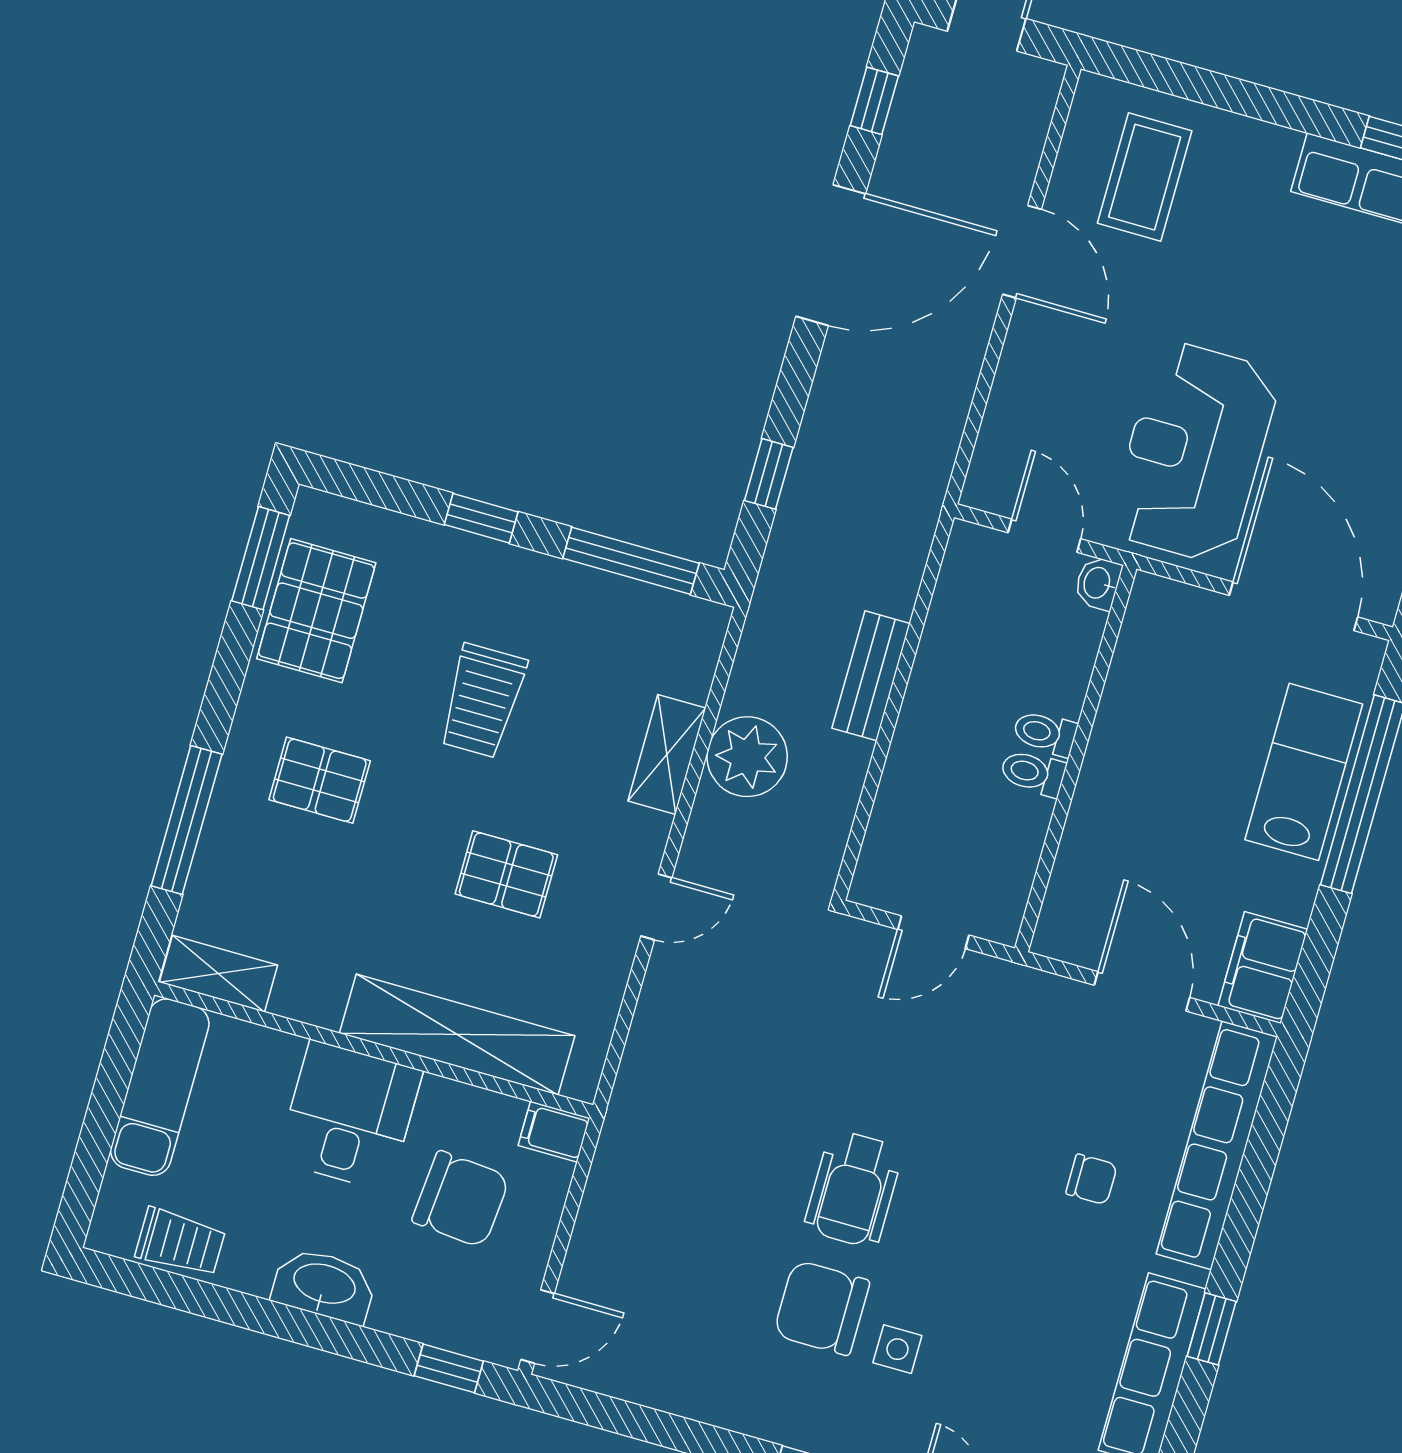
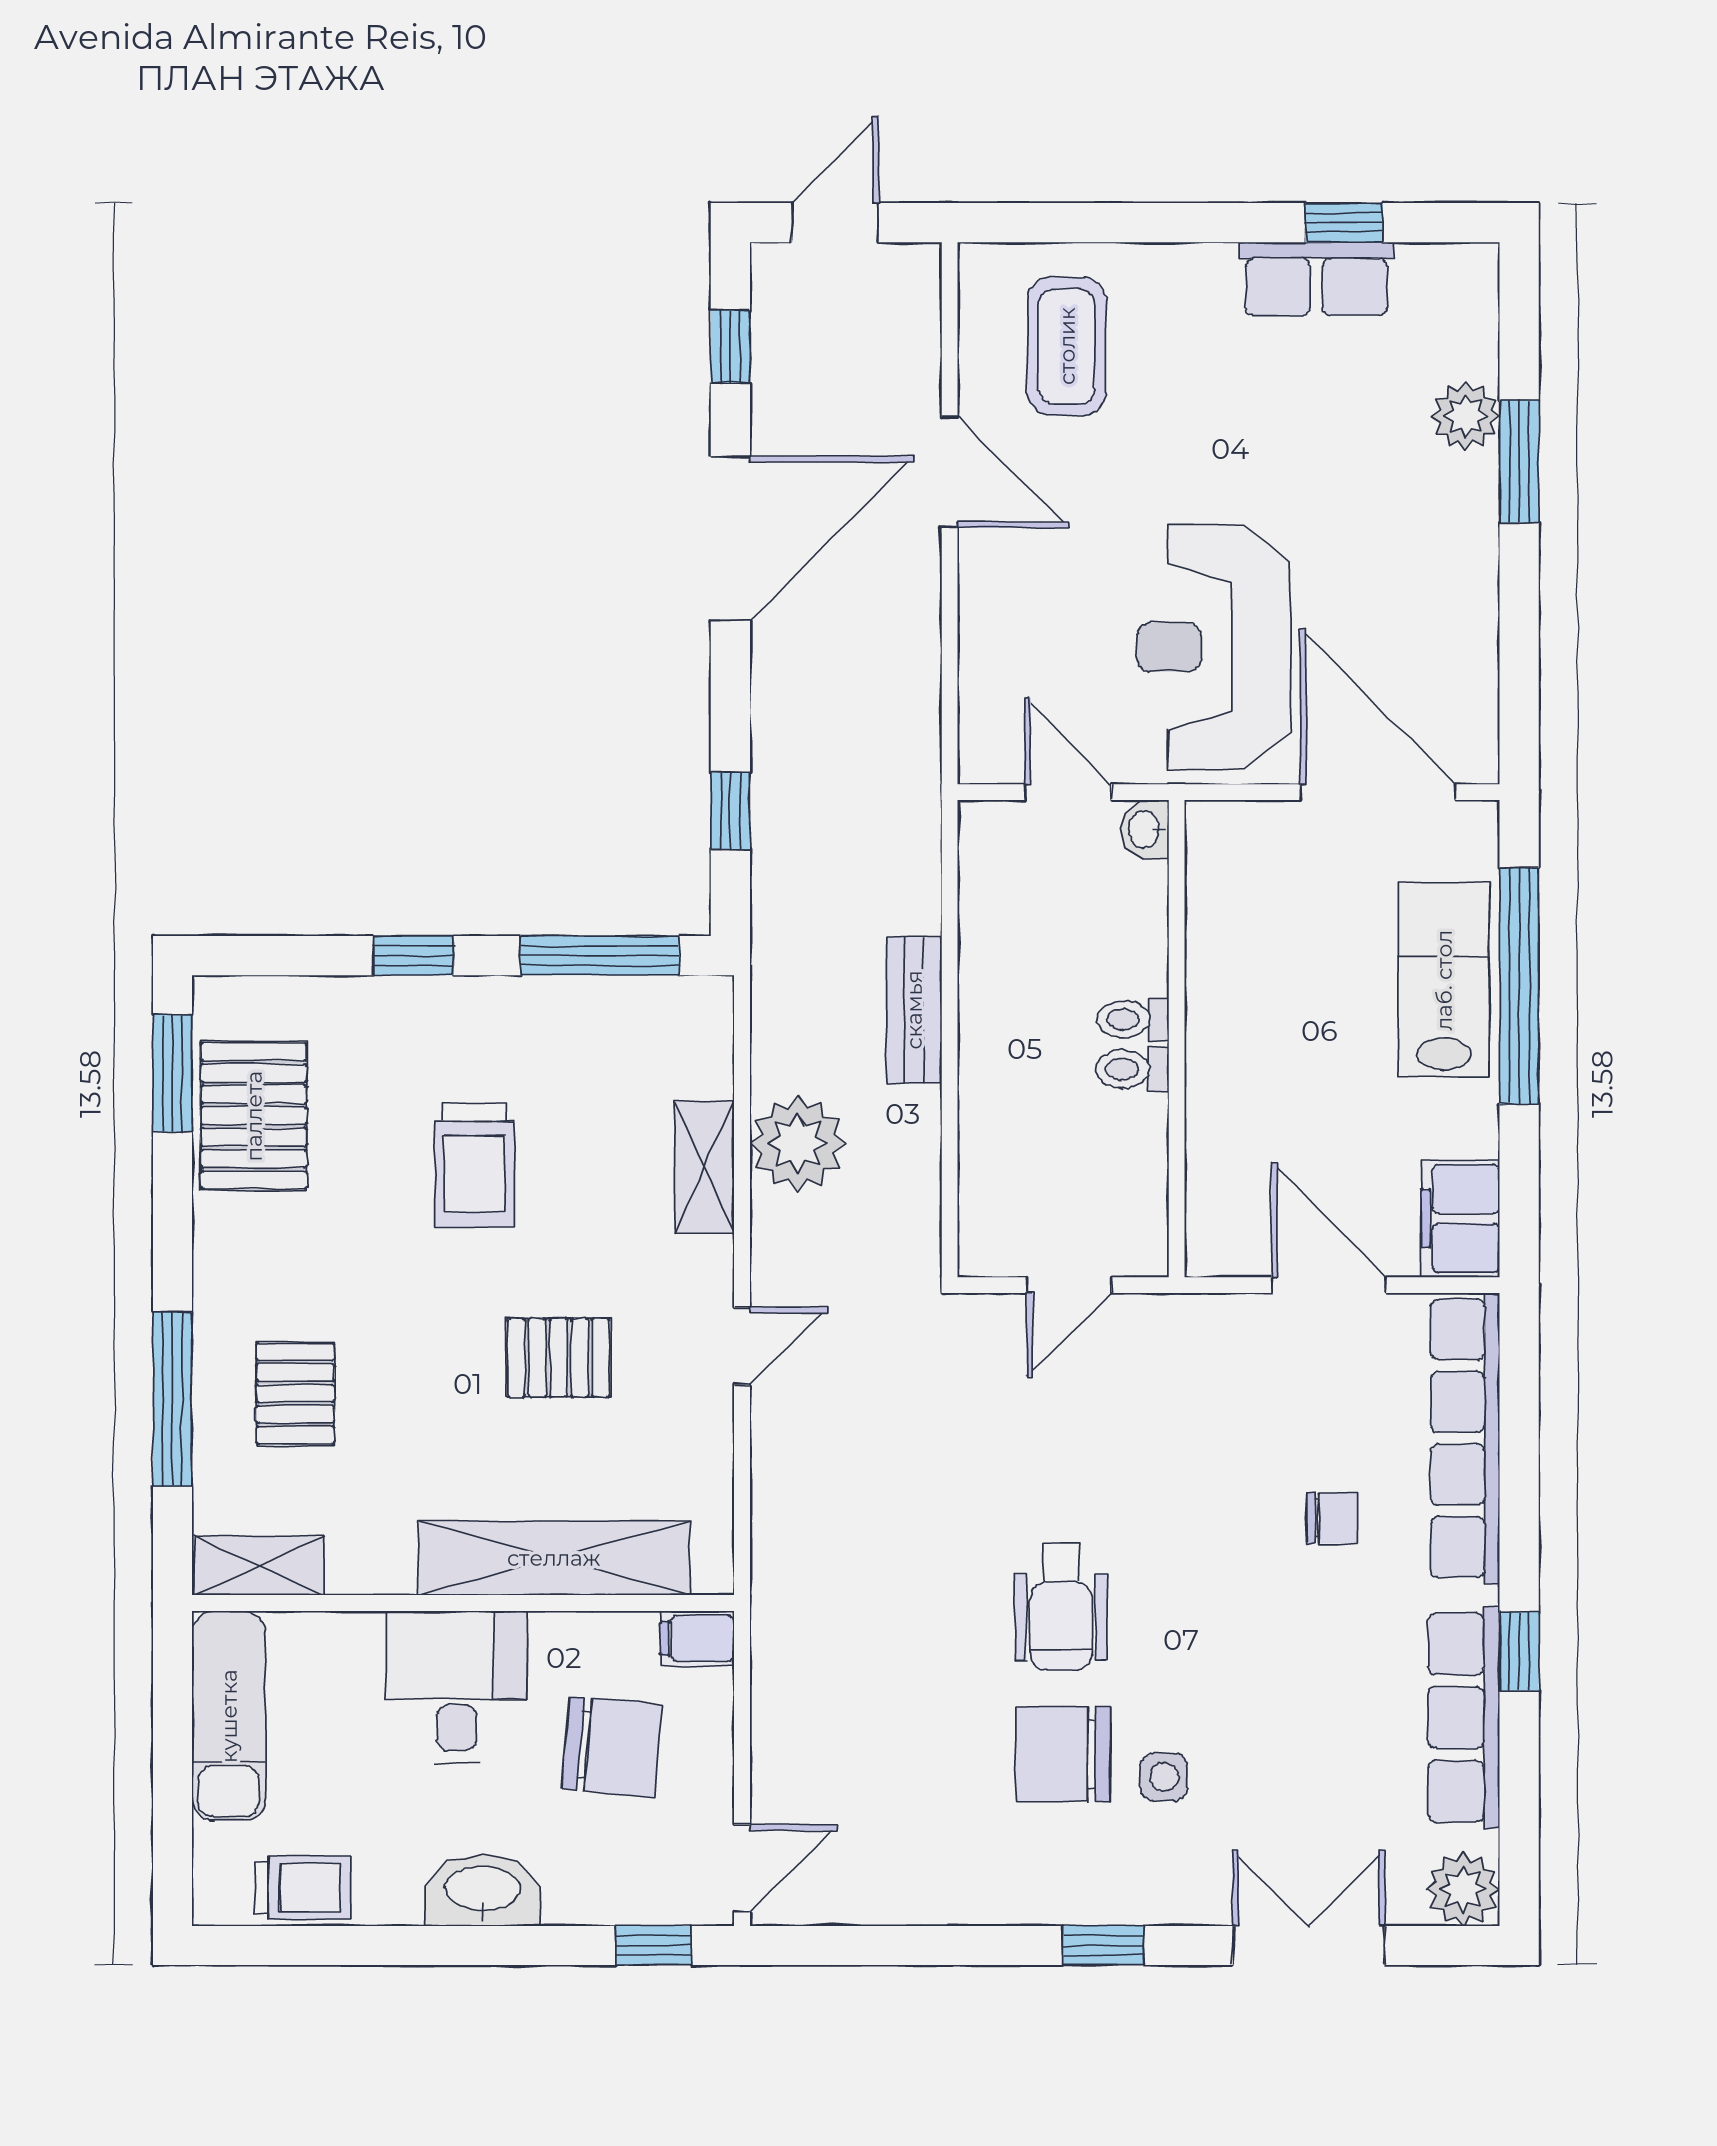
pallet: (320, 780) -> (295, 1393), moved, turned 90

